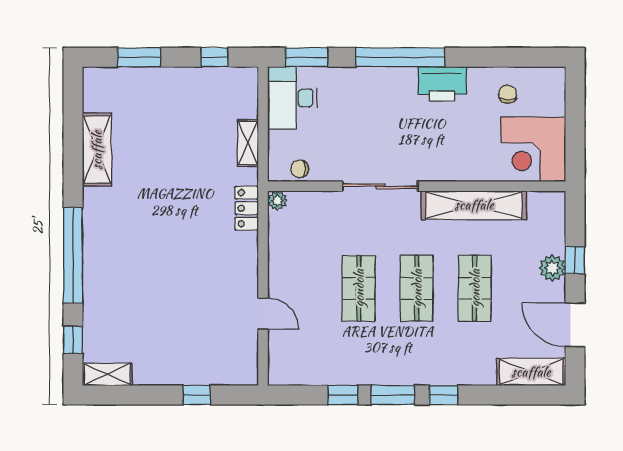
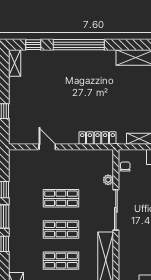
plant: (277, 201) -> (108, 180), moved
locker: (247, 208) -> (97, 138), width x1.53
door: (263, 314) -> (47, 147), swing flipped

